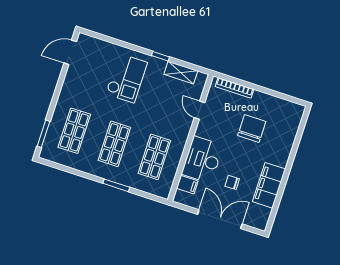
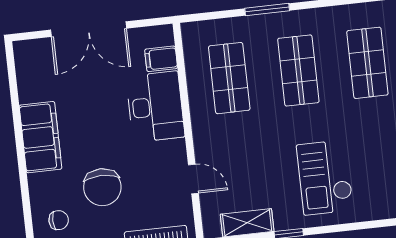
chair: (232, 182) -> (59, 220), moved
filing cabinet: (269, 185) -> (40, 137), moved

